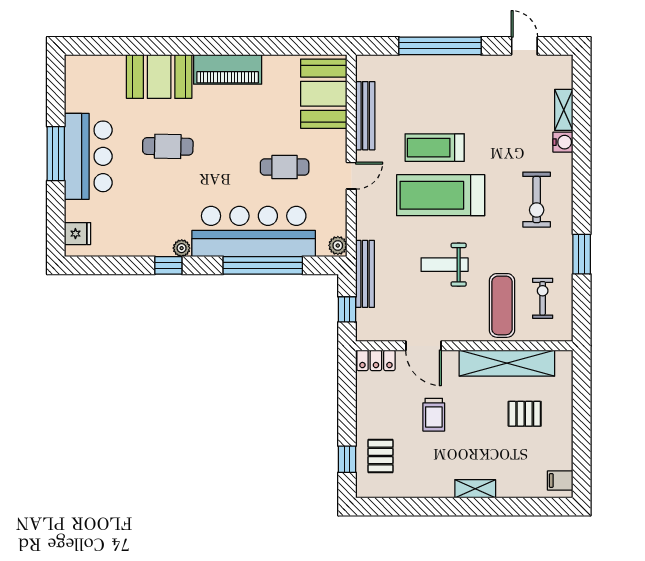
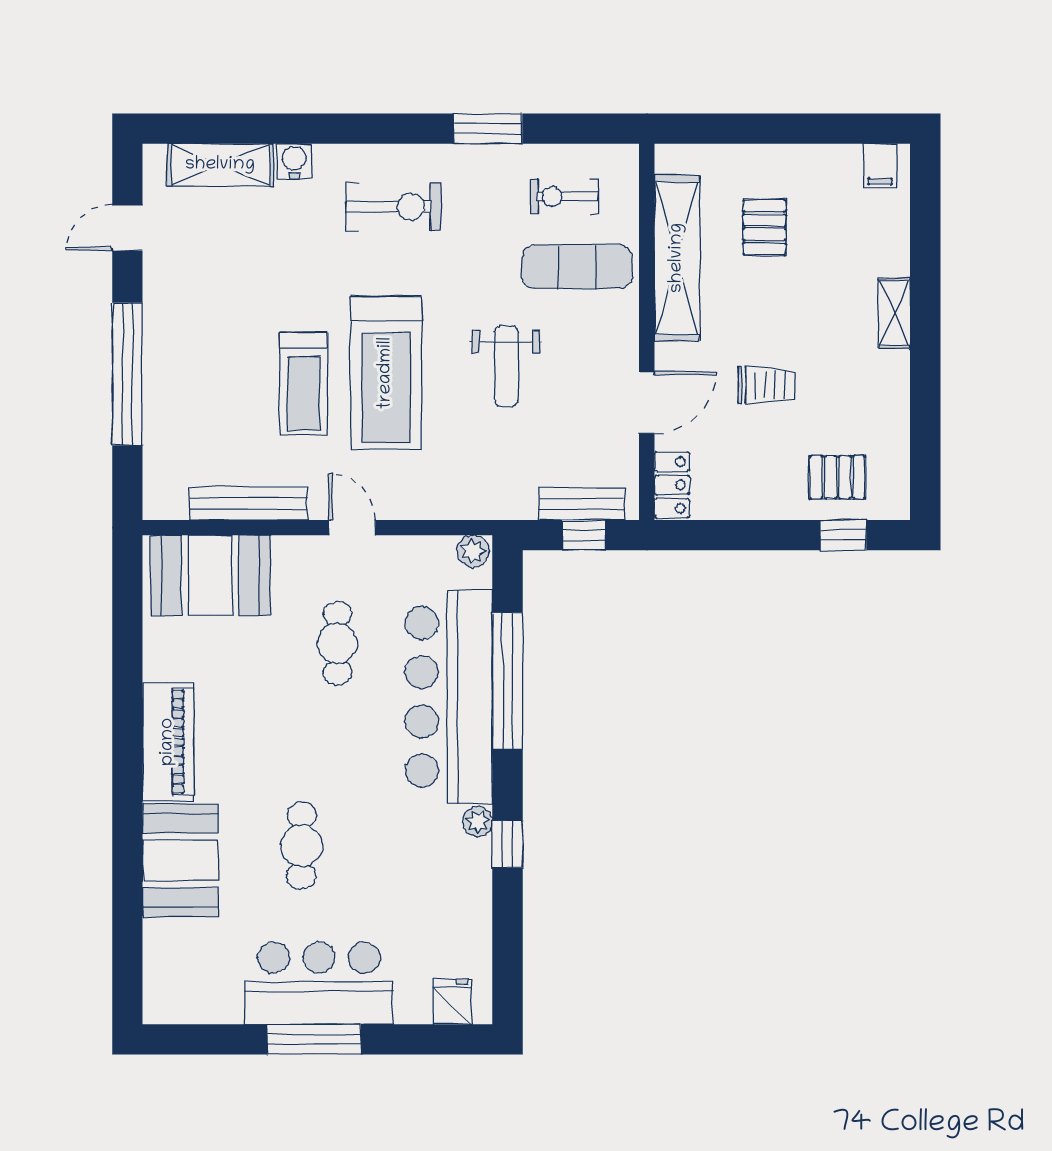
shelving: (564, 110) -> (220, 165), width x1.50, depth x1.33
bench: (365, 274) -> (582, 504), moved, width x0.73

